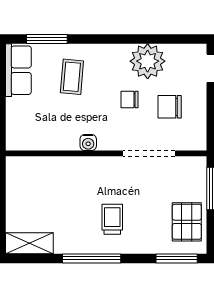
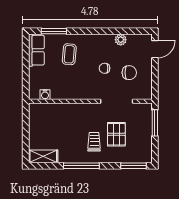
plant: (148, 61) -> (121, 40), width x0.53, depth x0.53
chair: (170, 107) -> (129, 73), turned 180
water cooler: (88, 142) -> (45, 95), moved
pallet: (187, 222) -> (116, 134), moved

